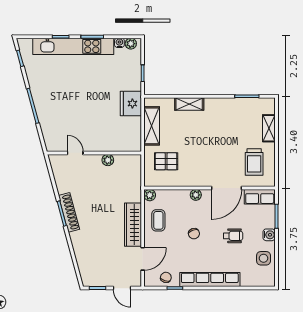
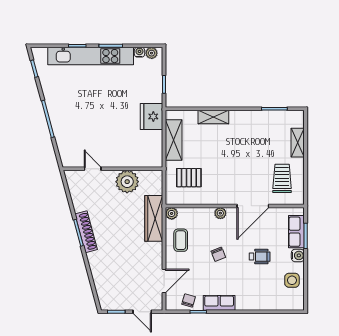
plant: (108, 160) -> (127, 182), width x1.87, depth x1.87
trolley: (254, 162) -> (282, 178), turned 180
row of seats: (260, 197) -> (296, 232), moved, turned 90
wardrobe: (133, 225) -> (154, 218), moved
row of seats: (210, 280) -> (219, 303), width x0.50

